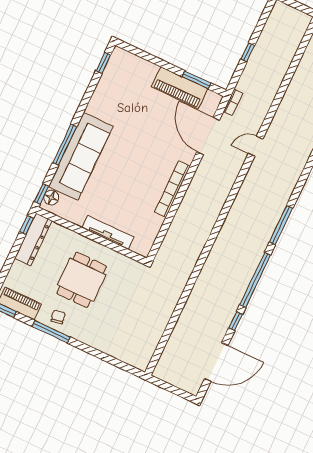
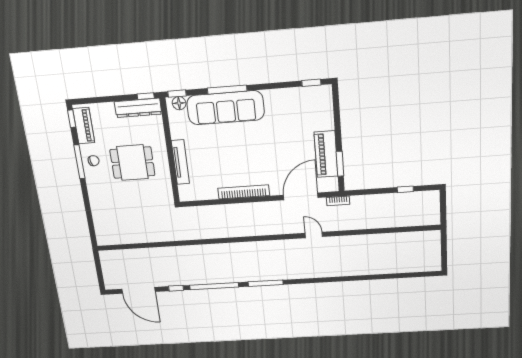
window: (248, 52) -> (405, 189), moved

